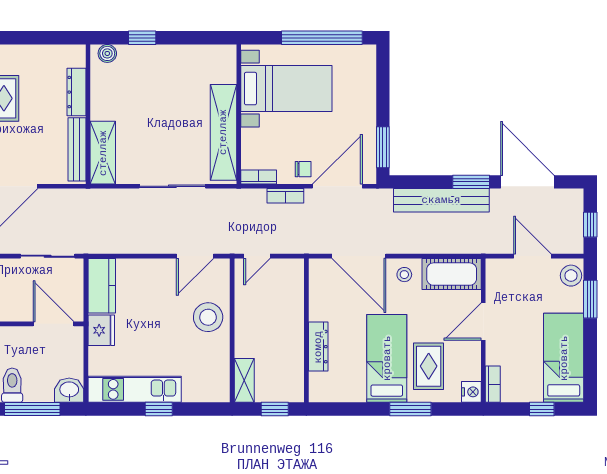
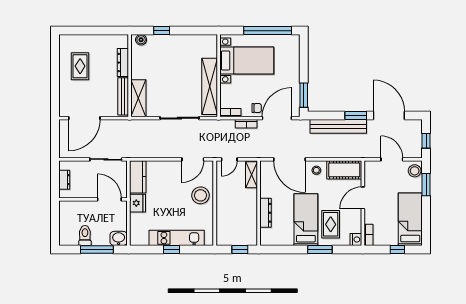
shelving: (244, 380) -> (251, 175), moved
kitchen unit: (135, 389) -> (177, 238), moved

